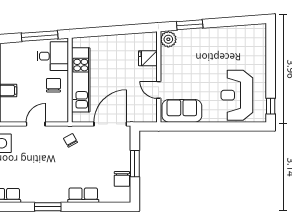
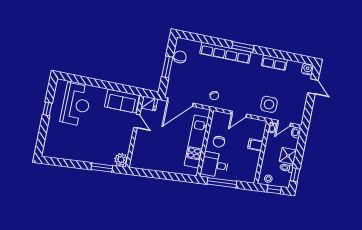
fridge: (148, 58) -> (149, 103), moved
window: (271, 106) -> (47, 109), moved
row of seats: (83, 195) -> (225, 53), width x2.02

